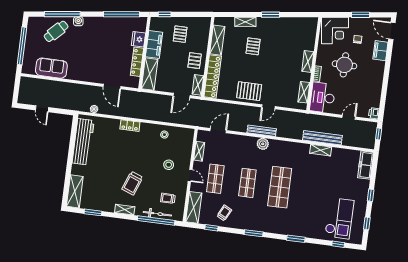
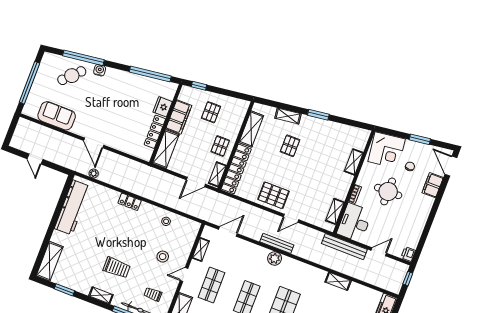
shelving: (308, 62) -> (354, 162), moved
door: (112, 86) -> (94, 143), moved
bench: (322, 138) -> (344, 247), moved
door: (190, 175) -> (184, 274), swing flipped
trolley: (132, 183) -> (117, 268), turned -111

